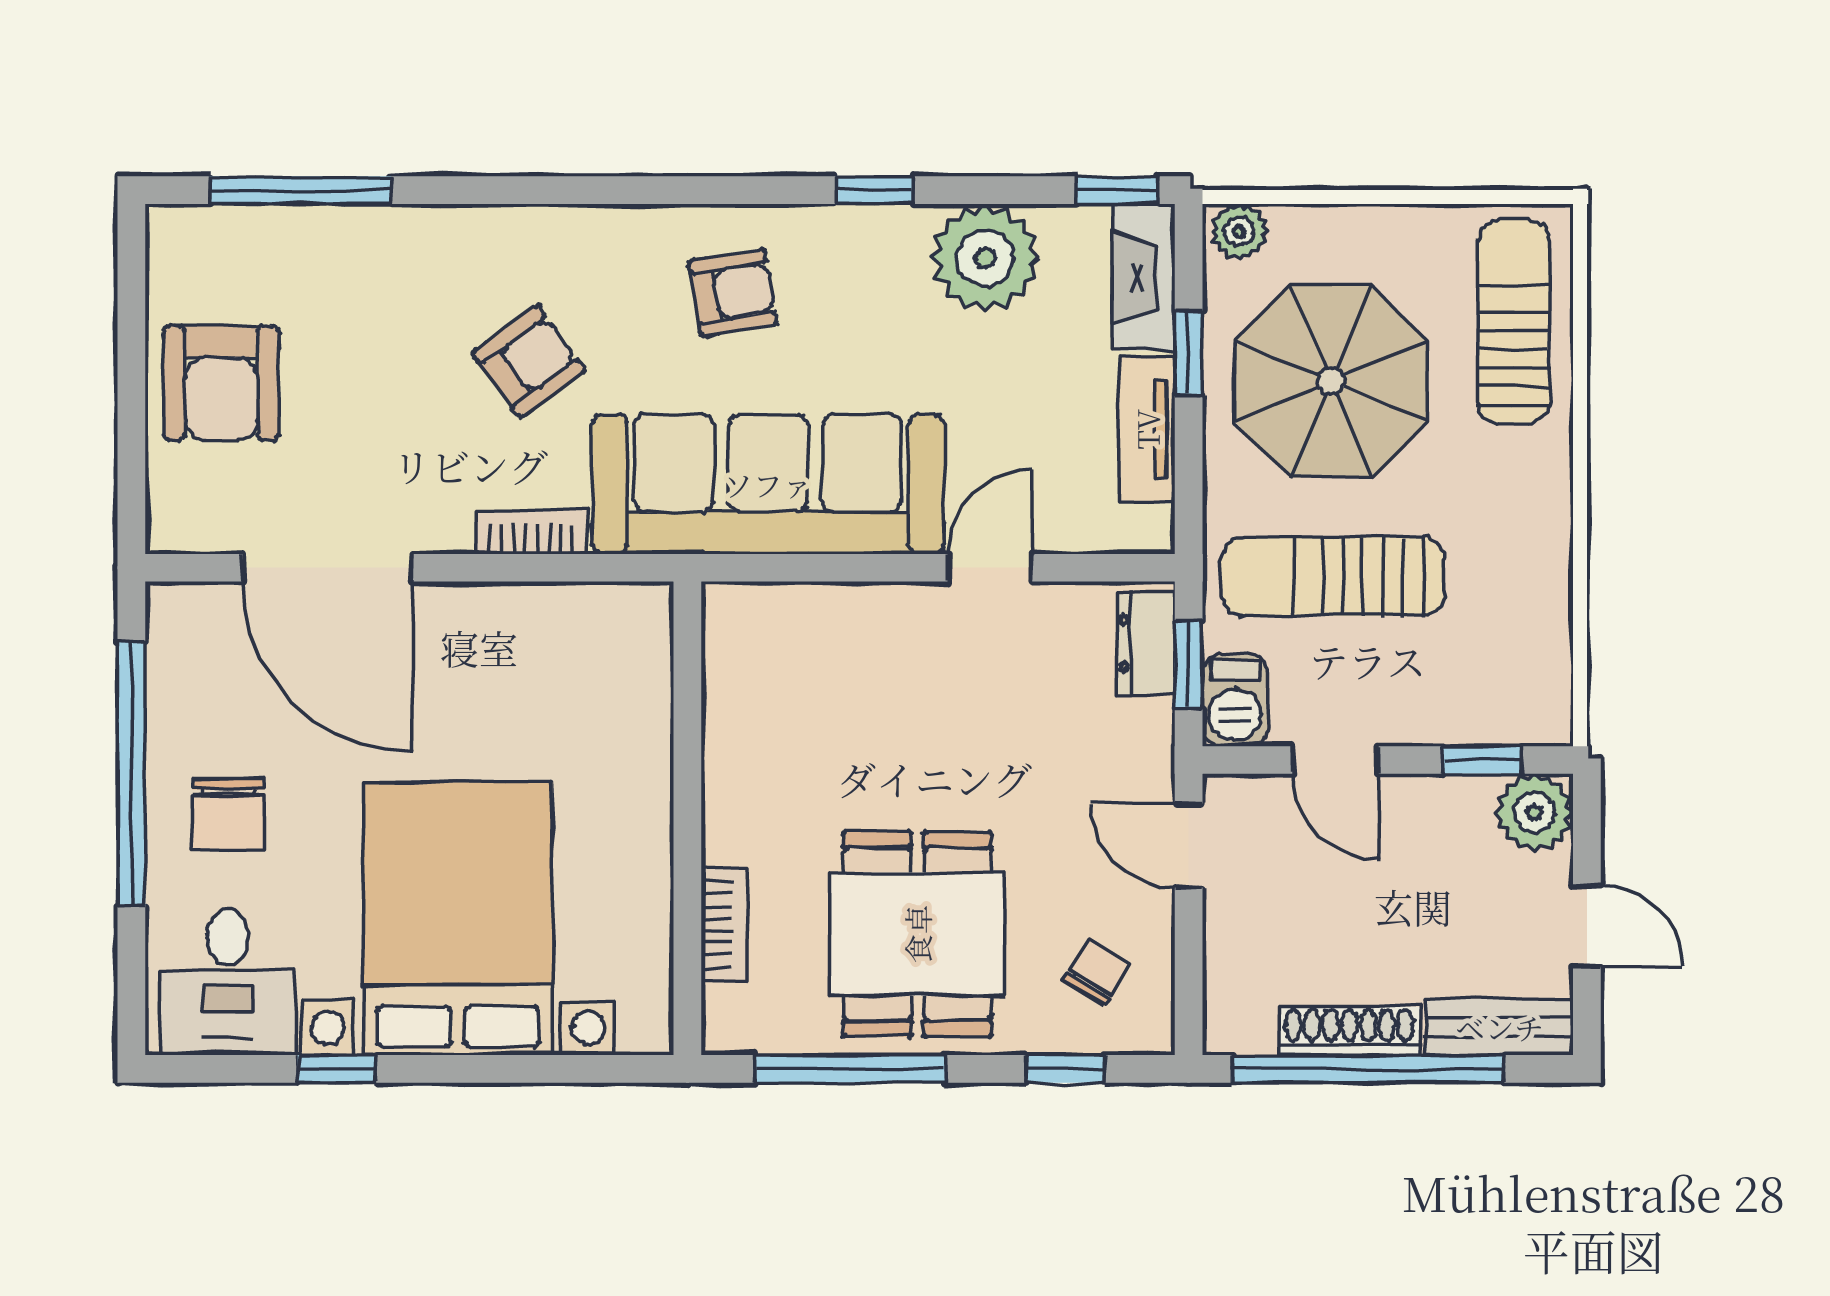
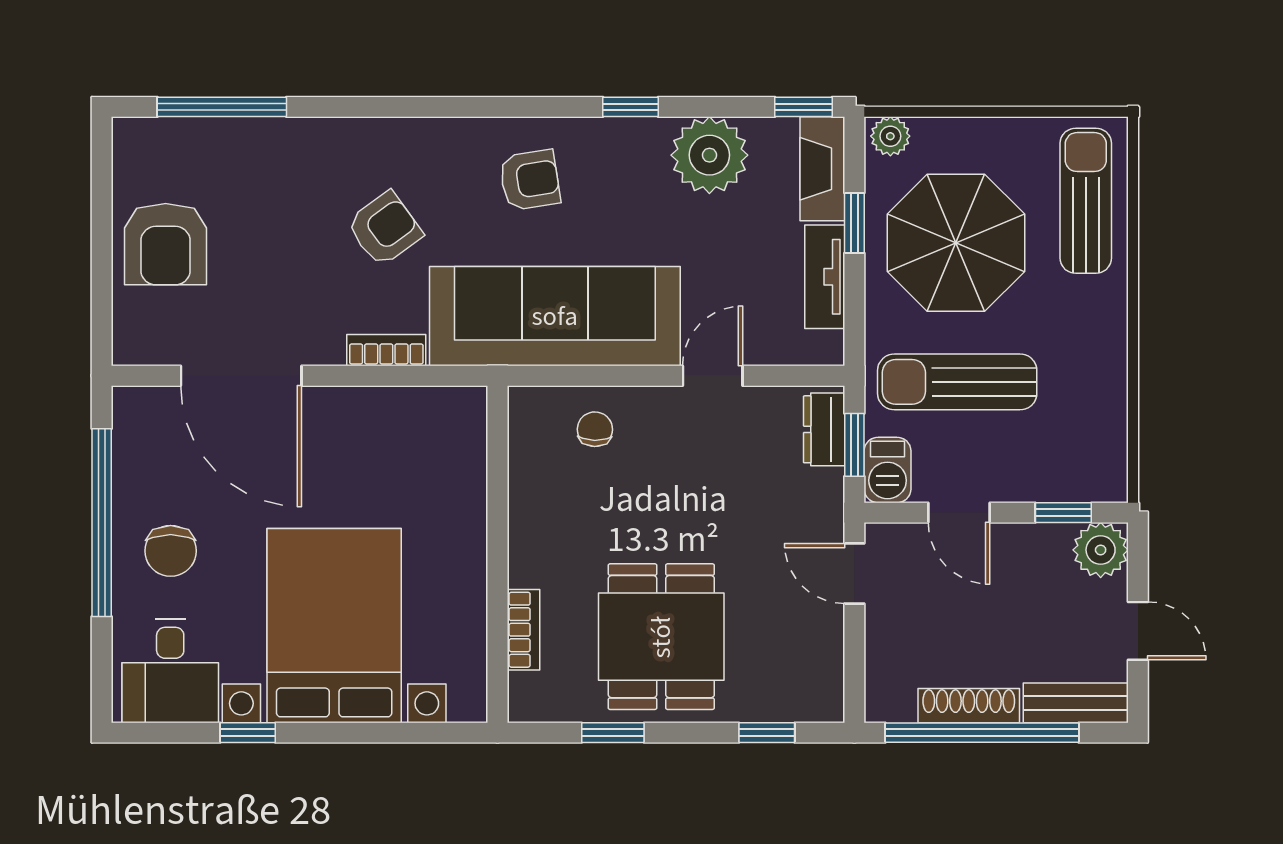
chair: (1097, 972) -> (595, 429), moved, turned -31
window: (849, 1069) -> (613, 733), width x0.46

